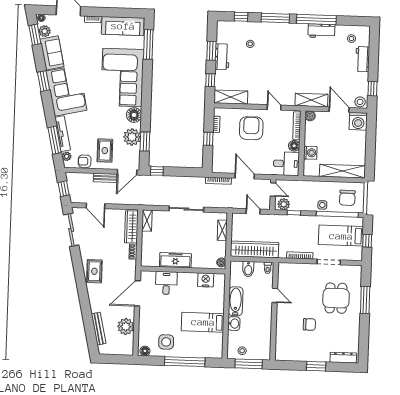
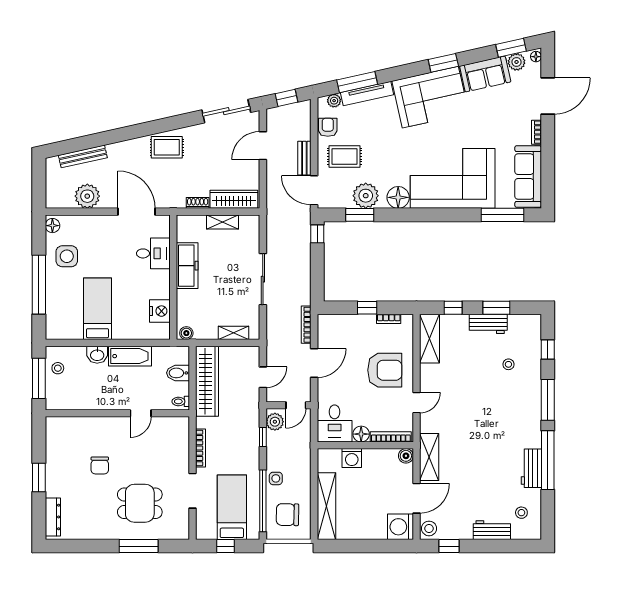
shelving: (147, 221) -> (223, 222), moved

